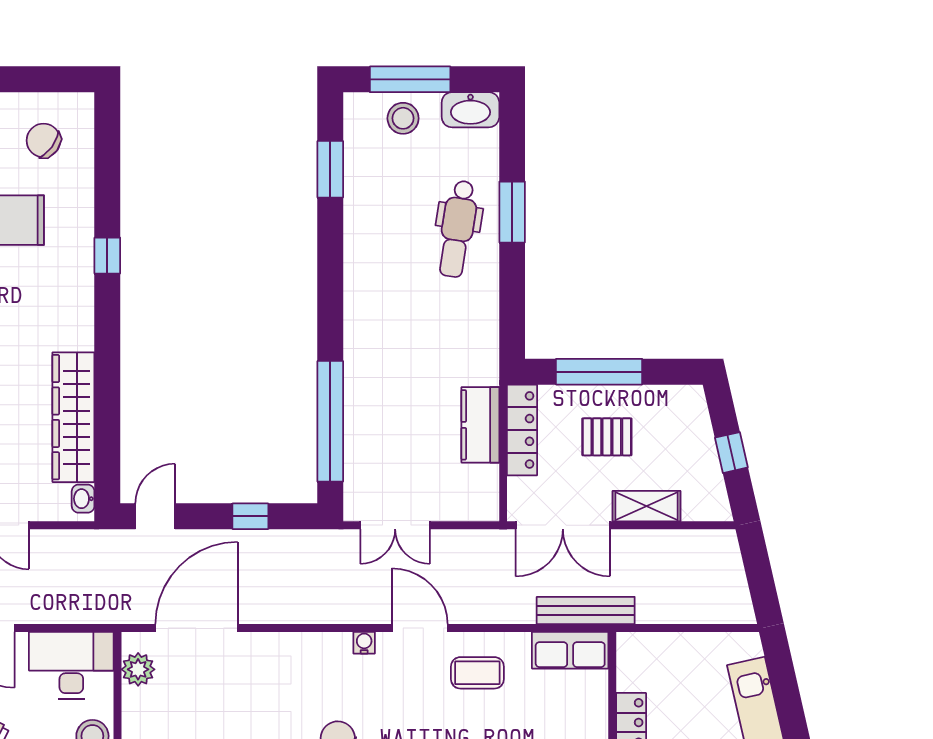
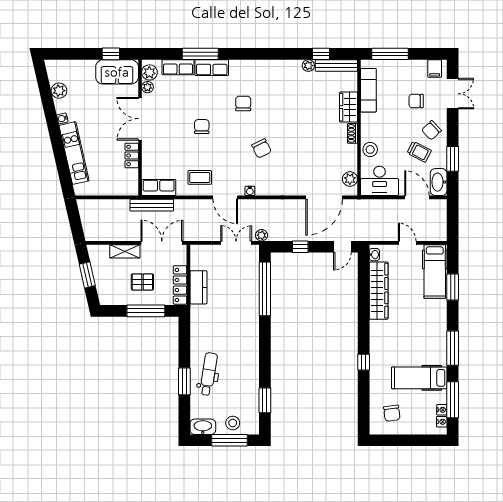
chair: (43, 140) -> (392, 413), turned 47
window: (731, 453) -> (87, 275), width x1.50
plant: (338, 542) -> (262, 235), added

